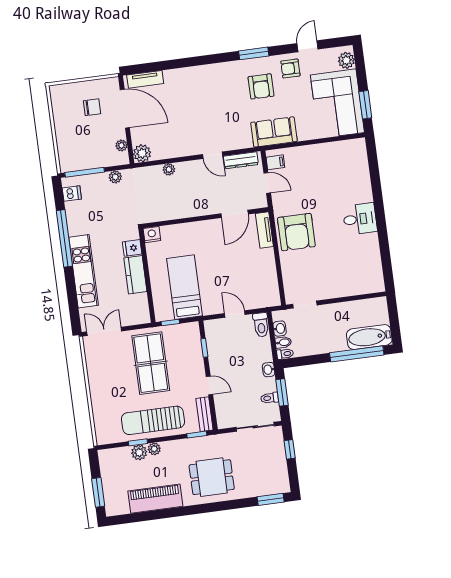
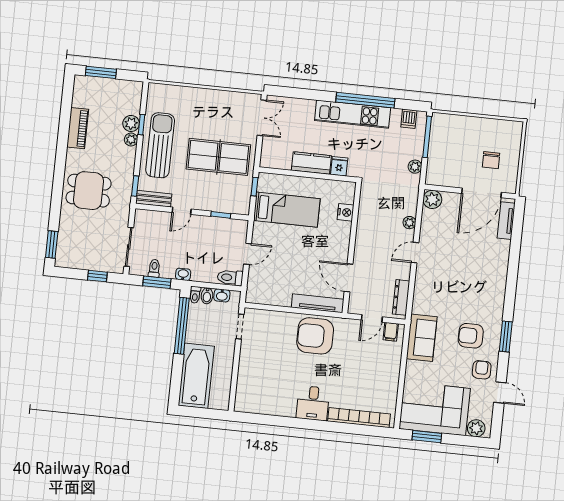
plant: (121, 145) -> (445, 181), removed
door: (213, 155) -> (415, 253), moved
bookcase: (363, 172) -> (359, 418), added
tv unit: (264, 230) -> (318, 303), width x1.41
nightstand: (152, 235) -> (345, 212), moved
kitchen unit: (84, 271) -> (353, 114), moved
bathtub: (369, 337) -> (196, 376), width x1.36, depth x1.36
window: (357, 354) -> (182, 326), moved
dining table: (212, 477) -> (89, 191), turned 90
piano: (155, 499) -> (78, 128), width x0.73, depth x0.75

